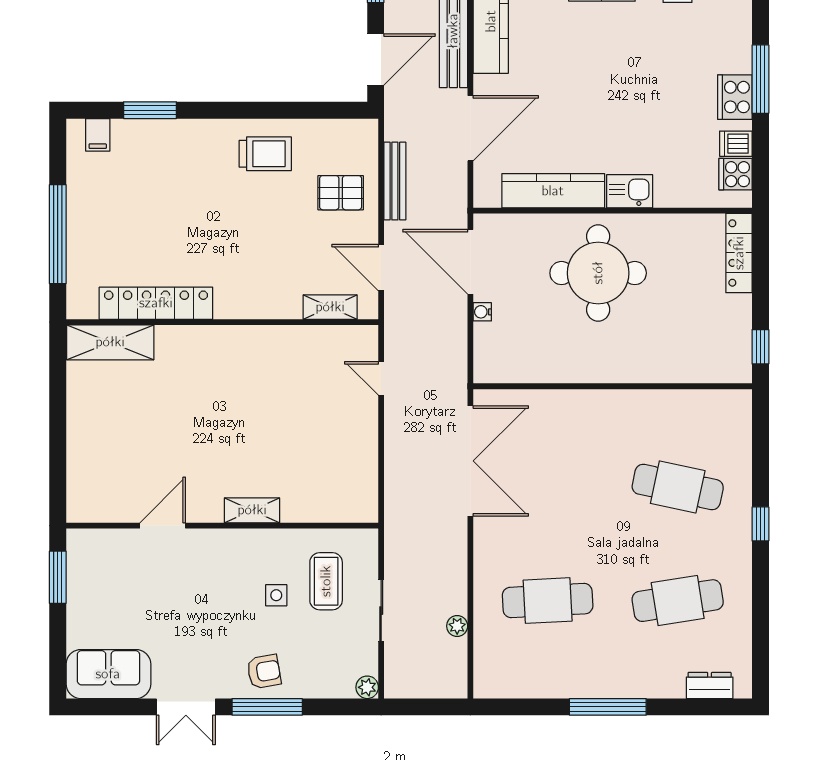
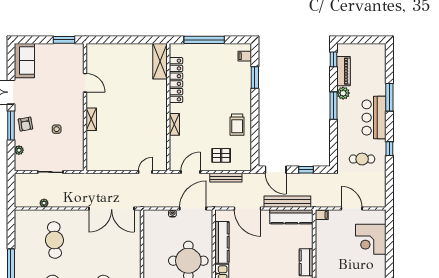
pallet: (341, 193) -> (221, 155), turned 90
shelving: (330, 307) -> (174, 124), moved
coffee table: (326, 581) -> (62, 149), removed
plant: (367, 687) -> (19, 150), moved

